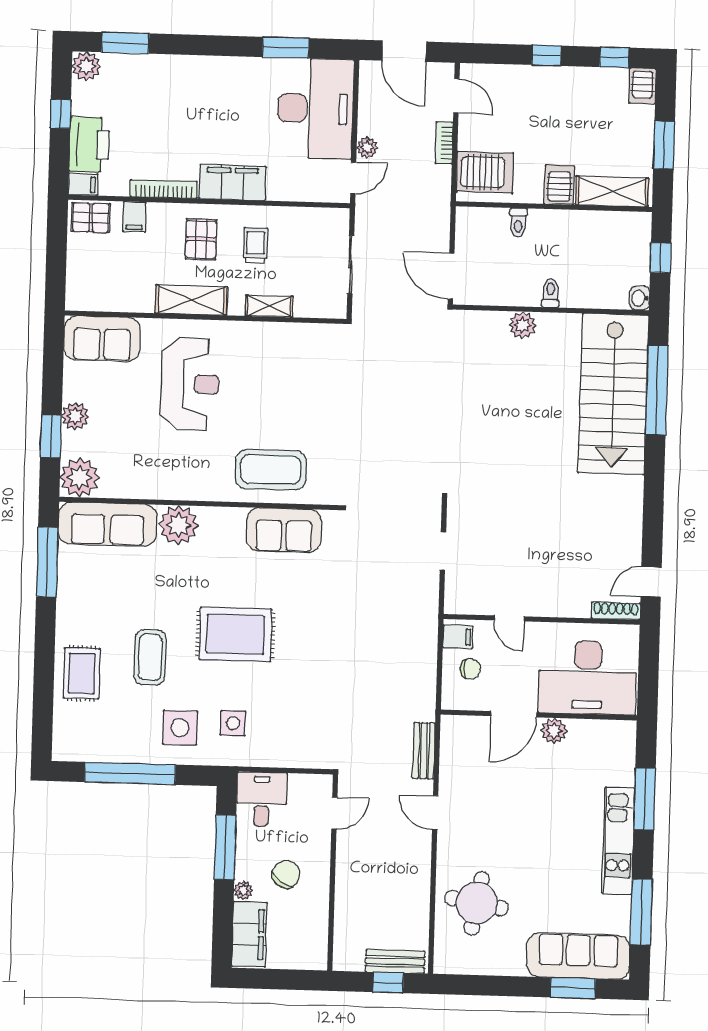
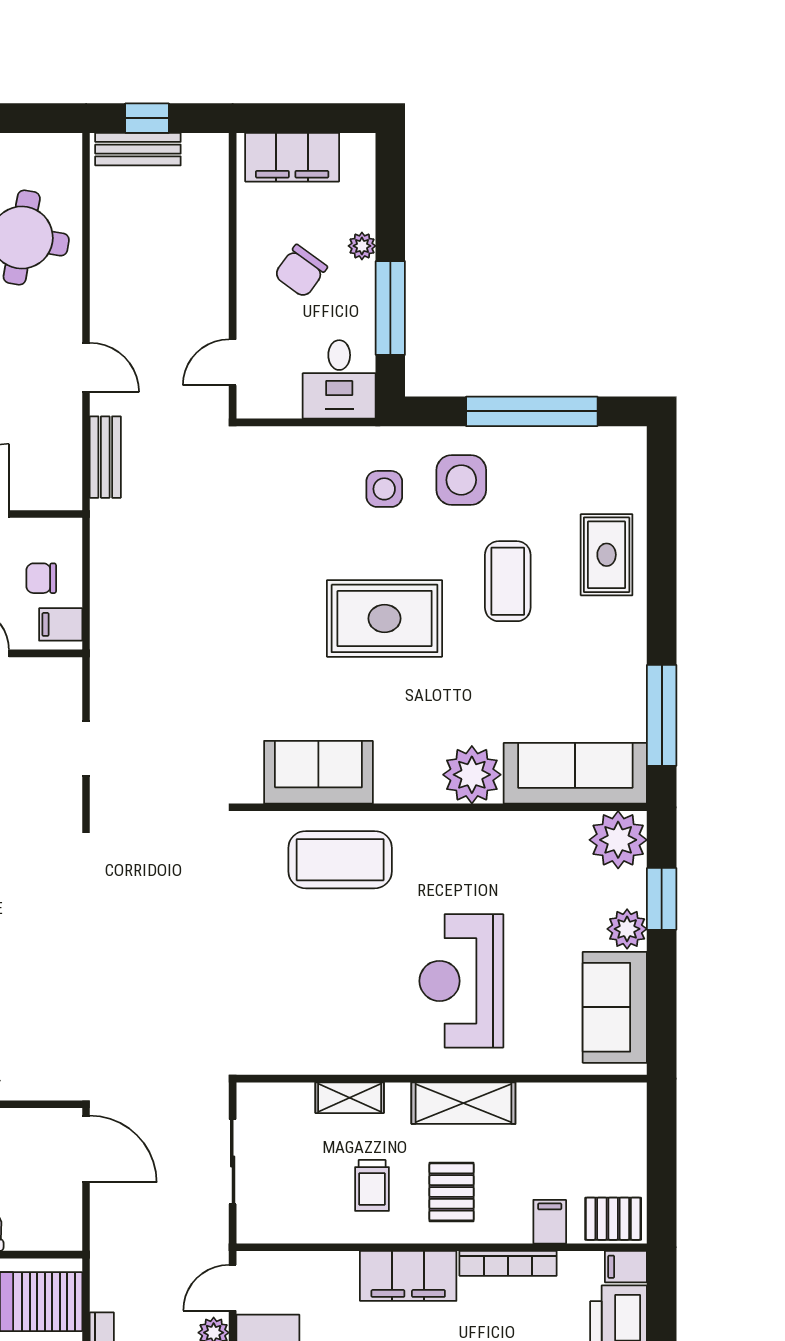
sofa: (102, 339) -> (615, 1007), moved, turned -90
filing cabinet: (249, 934) -> (292, 157), moved, turned -90

